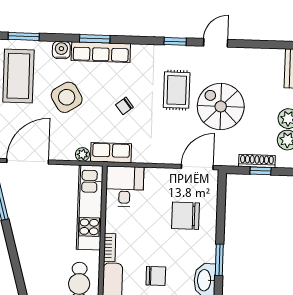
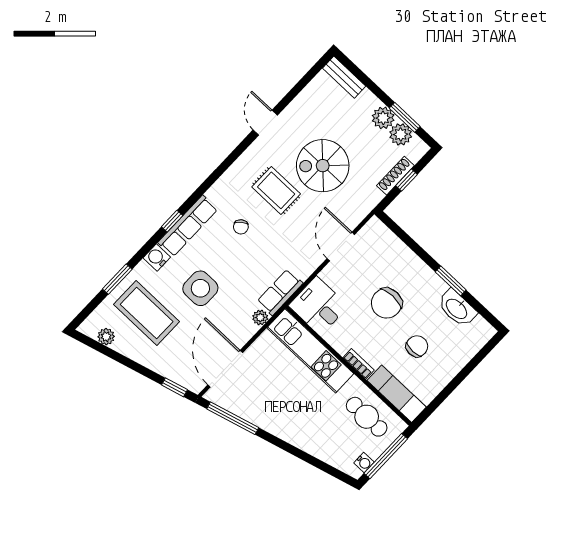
window: (95, 39) -> (172, 221), width x0.67
window: (175, 41) -> (234, 156), removed
side table: (67, 97) -> (200, 288), turned 32
chair: (124, 106) -> (241, 227), moved
door: (197, 167) -> (341, 247), moved
chair: (186, 216) -> (387, 303), moved

